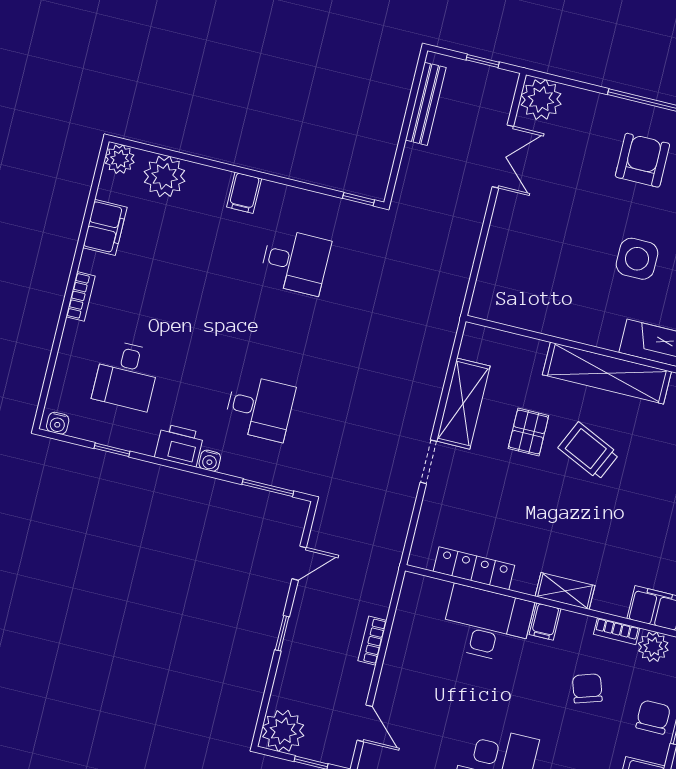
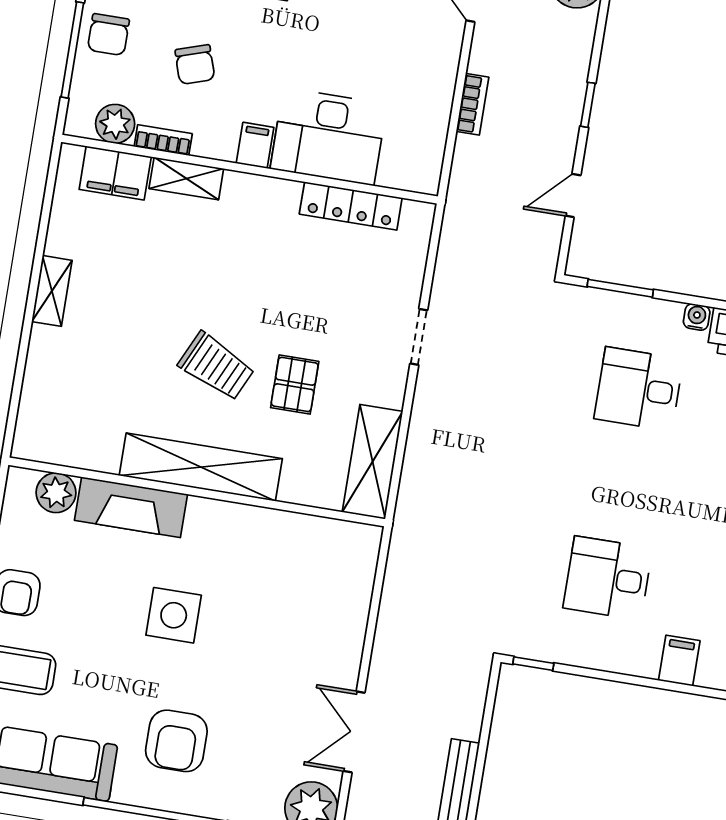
shelving: (463, 404) -> (373, 462), moved
shelving: (565, 591) -> (186, 179), moved

